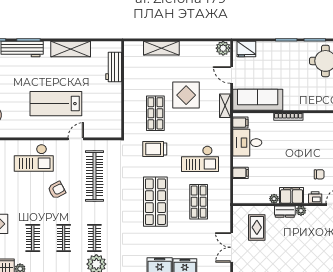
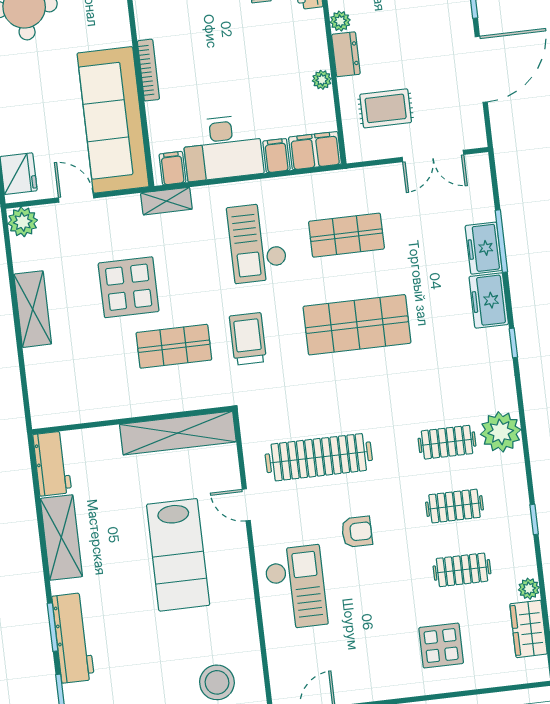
shelving: (161, 48) -> (33, 309), moved
workbench: (114, 67) -> (52, 464), moved, turned -90
door: (232, 75) -> (76, 198), swing flipped
sofa: (258, 100) -> (113, 120), width x1.36, depth x1.27
shelving: (225, 106) -> (166, 201), moved
shelving: (114, 110) -> (178, 433), added
desk: (247, 143) -> (223, 148), width x1.37
trolley: (155, 149) -> (248, 339), turned 180
checkout: (200, 159) -> (257, 243), turned 180
armchair: (57, 190) -> (357, 532), turned 118
filing cabinet: (292, 195) -> (315, 151), moved, turned 90

